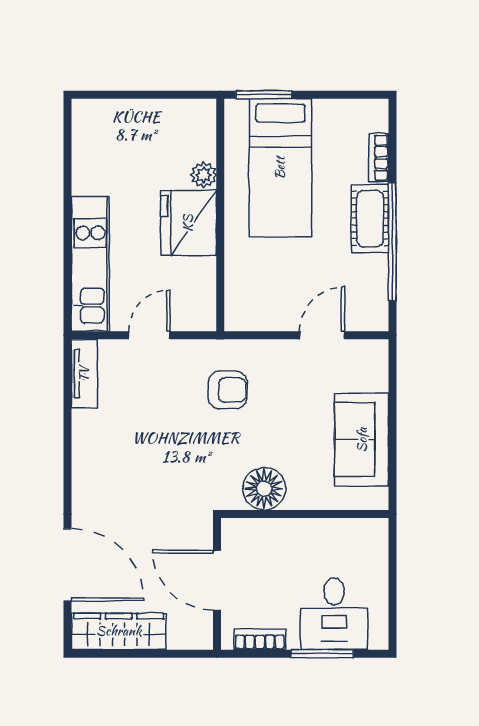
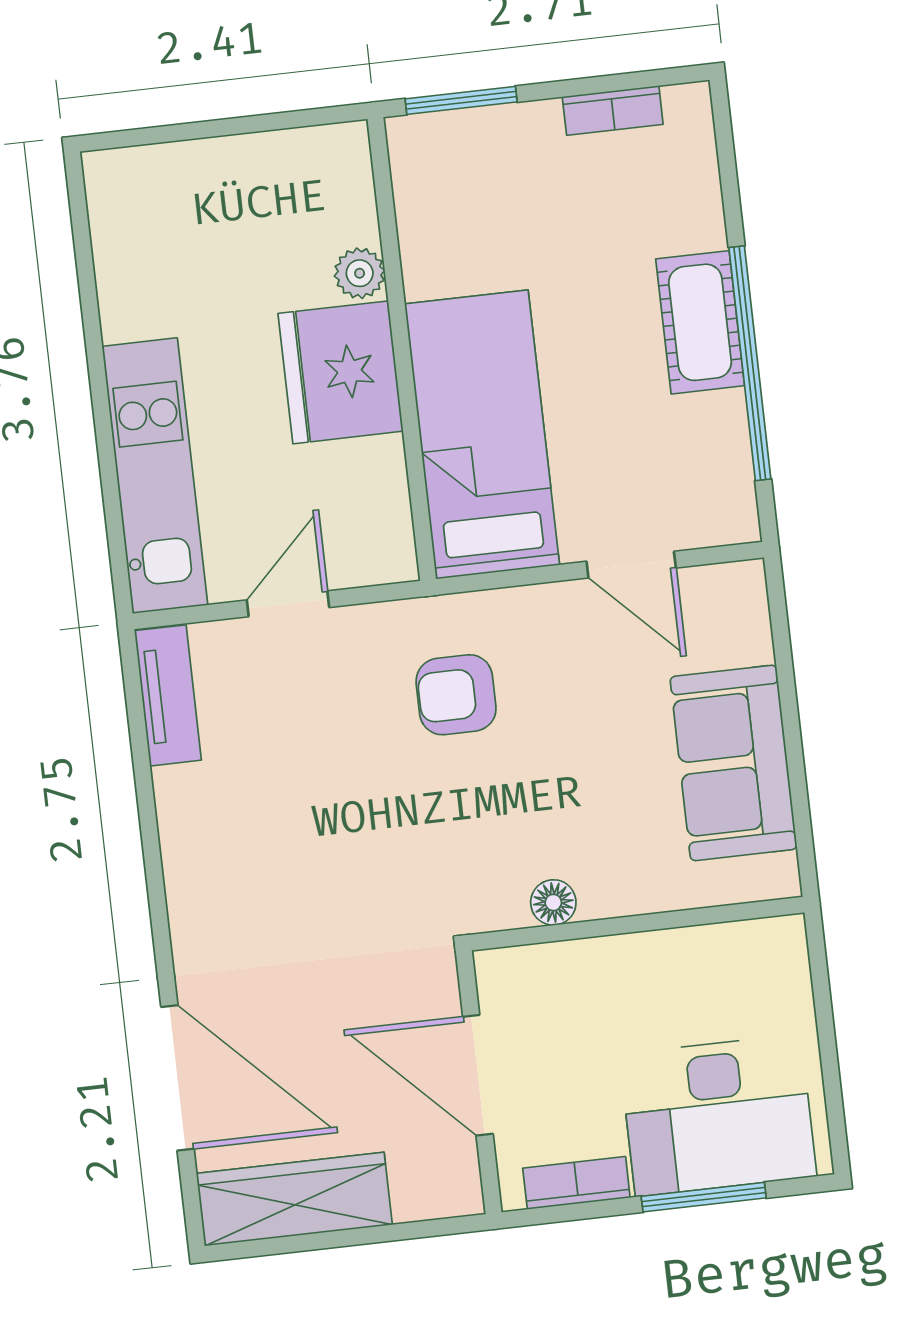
bookcase: (379, 158) -> (613, 110), moved, turned -90
bed: (280, 168) -> (482, 434), moved, turned 180
door: (322, 335) -> (631, 565), swing flipped
armchair: (228, 390) -> (456, 695), turned 180
floor lamp: (264, 489) -> (553, 902), width x0.53, depth x0.53
desk: (334, 614) -> (718, 1115), width x1.37

